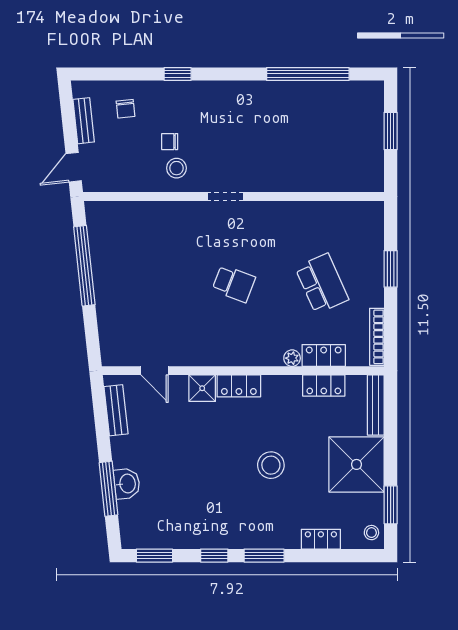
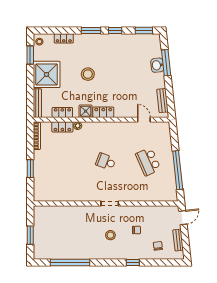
stool: (176, 168) -> (110, 235), moved
school desk: (322, 284) -> (148, 162), moved
shower: (202, 388) -> (86, 111), moved

